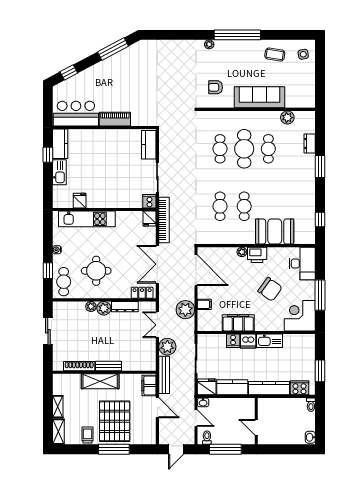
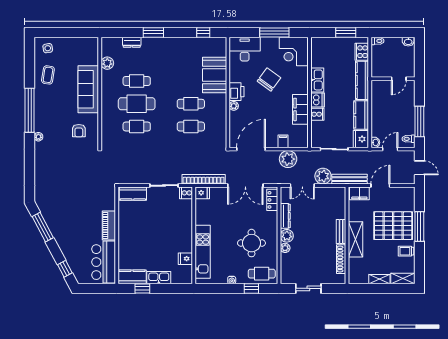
wall: (256, 421) -> (393, 79), moved
door: (256, 427) -> (399, 79), moved

